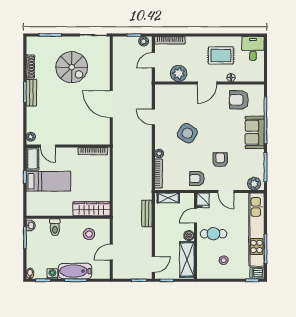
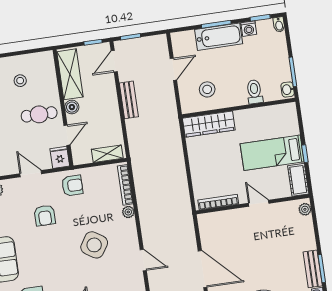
door: (48, 146) -> (259, 203), moved
bench: (147, 213) -> (129, 100), moved

